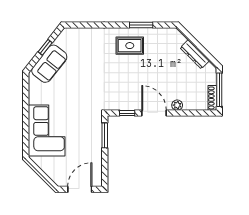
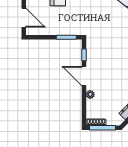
door: (154, 113) -> (84, 76), swing flipped

